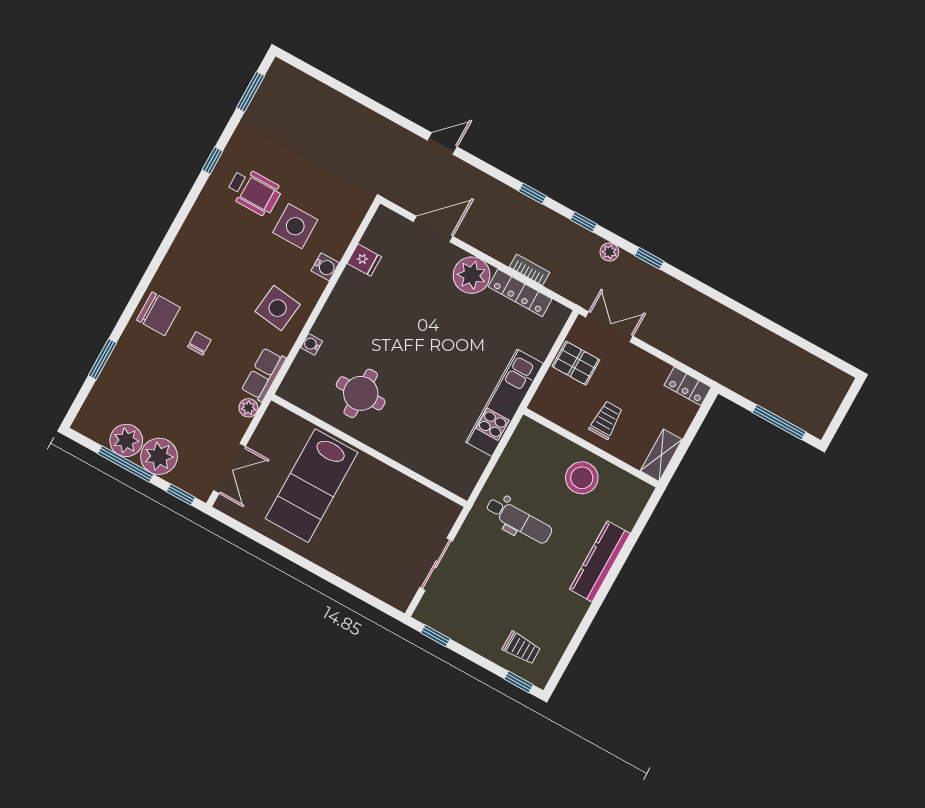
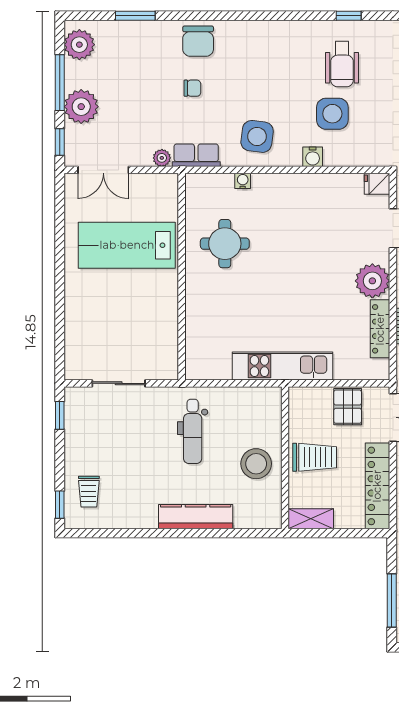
fridge: (364, 260) -> (377, 184), moved, turned 90
locker: (688, 386) -> (377, 486), width x2.16, depth x1.21
trolley: (606, 420) -> (315, 457), width x1.36, depth x1.39
plant: (126, 440) -> (79, 45), moved

